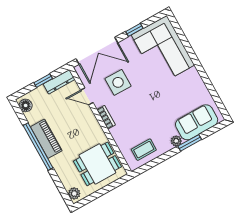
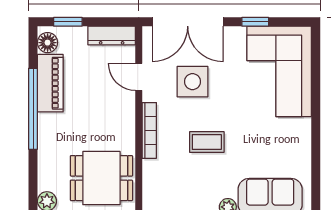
window: (43, 81) -> (68, 22), moved
bookcase: (106, 117) -> (149, 130), width x1.56
piano: (46, 139) -> (50, 83), moved
coffee table: (144, 150) -> (207, 142), moved

